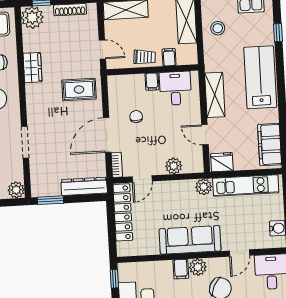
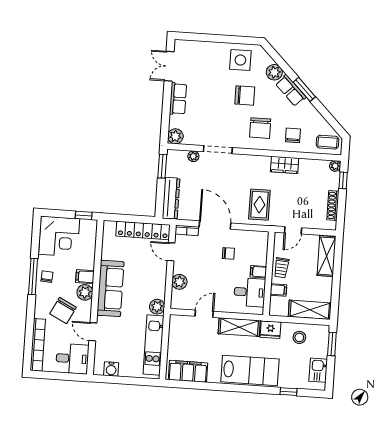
plant: (32, 17) -> (335, 166), width x0.53, depth x0.53
fridge: (222, 162) -> (271, 330), moved, turned 90
plant: (35, 168) -> (193, 156), added

